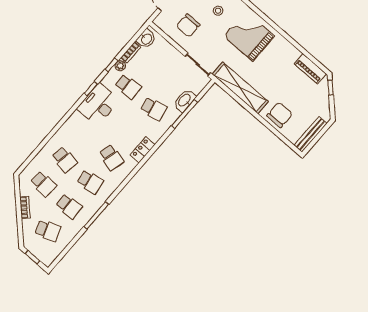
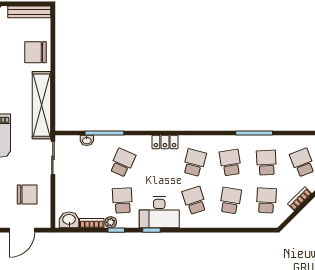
washbasin: (185, 100) -> (87, 140), width x0.52, depth x0.69
school desk: (154, 109) -> (122, 163), turned 36
school desk: (86, 135) -> (194, 200), added

